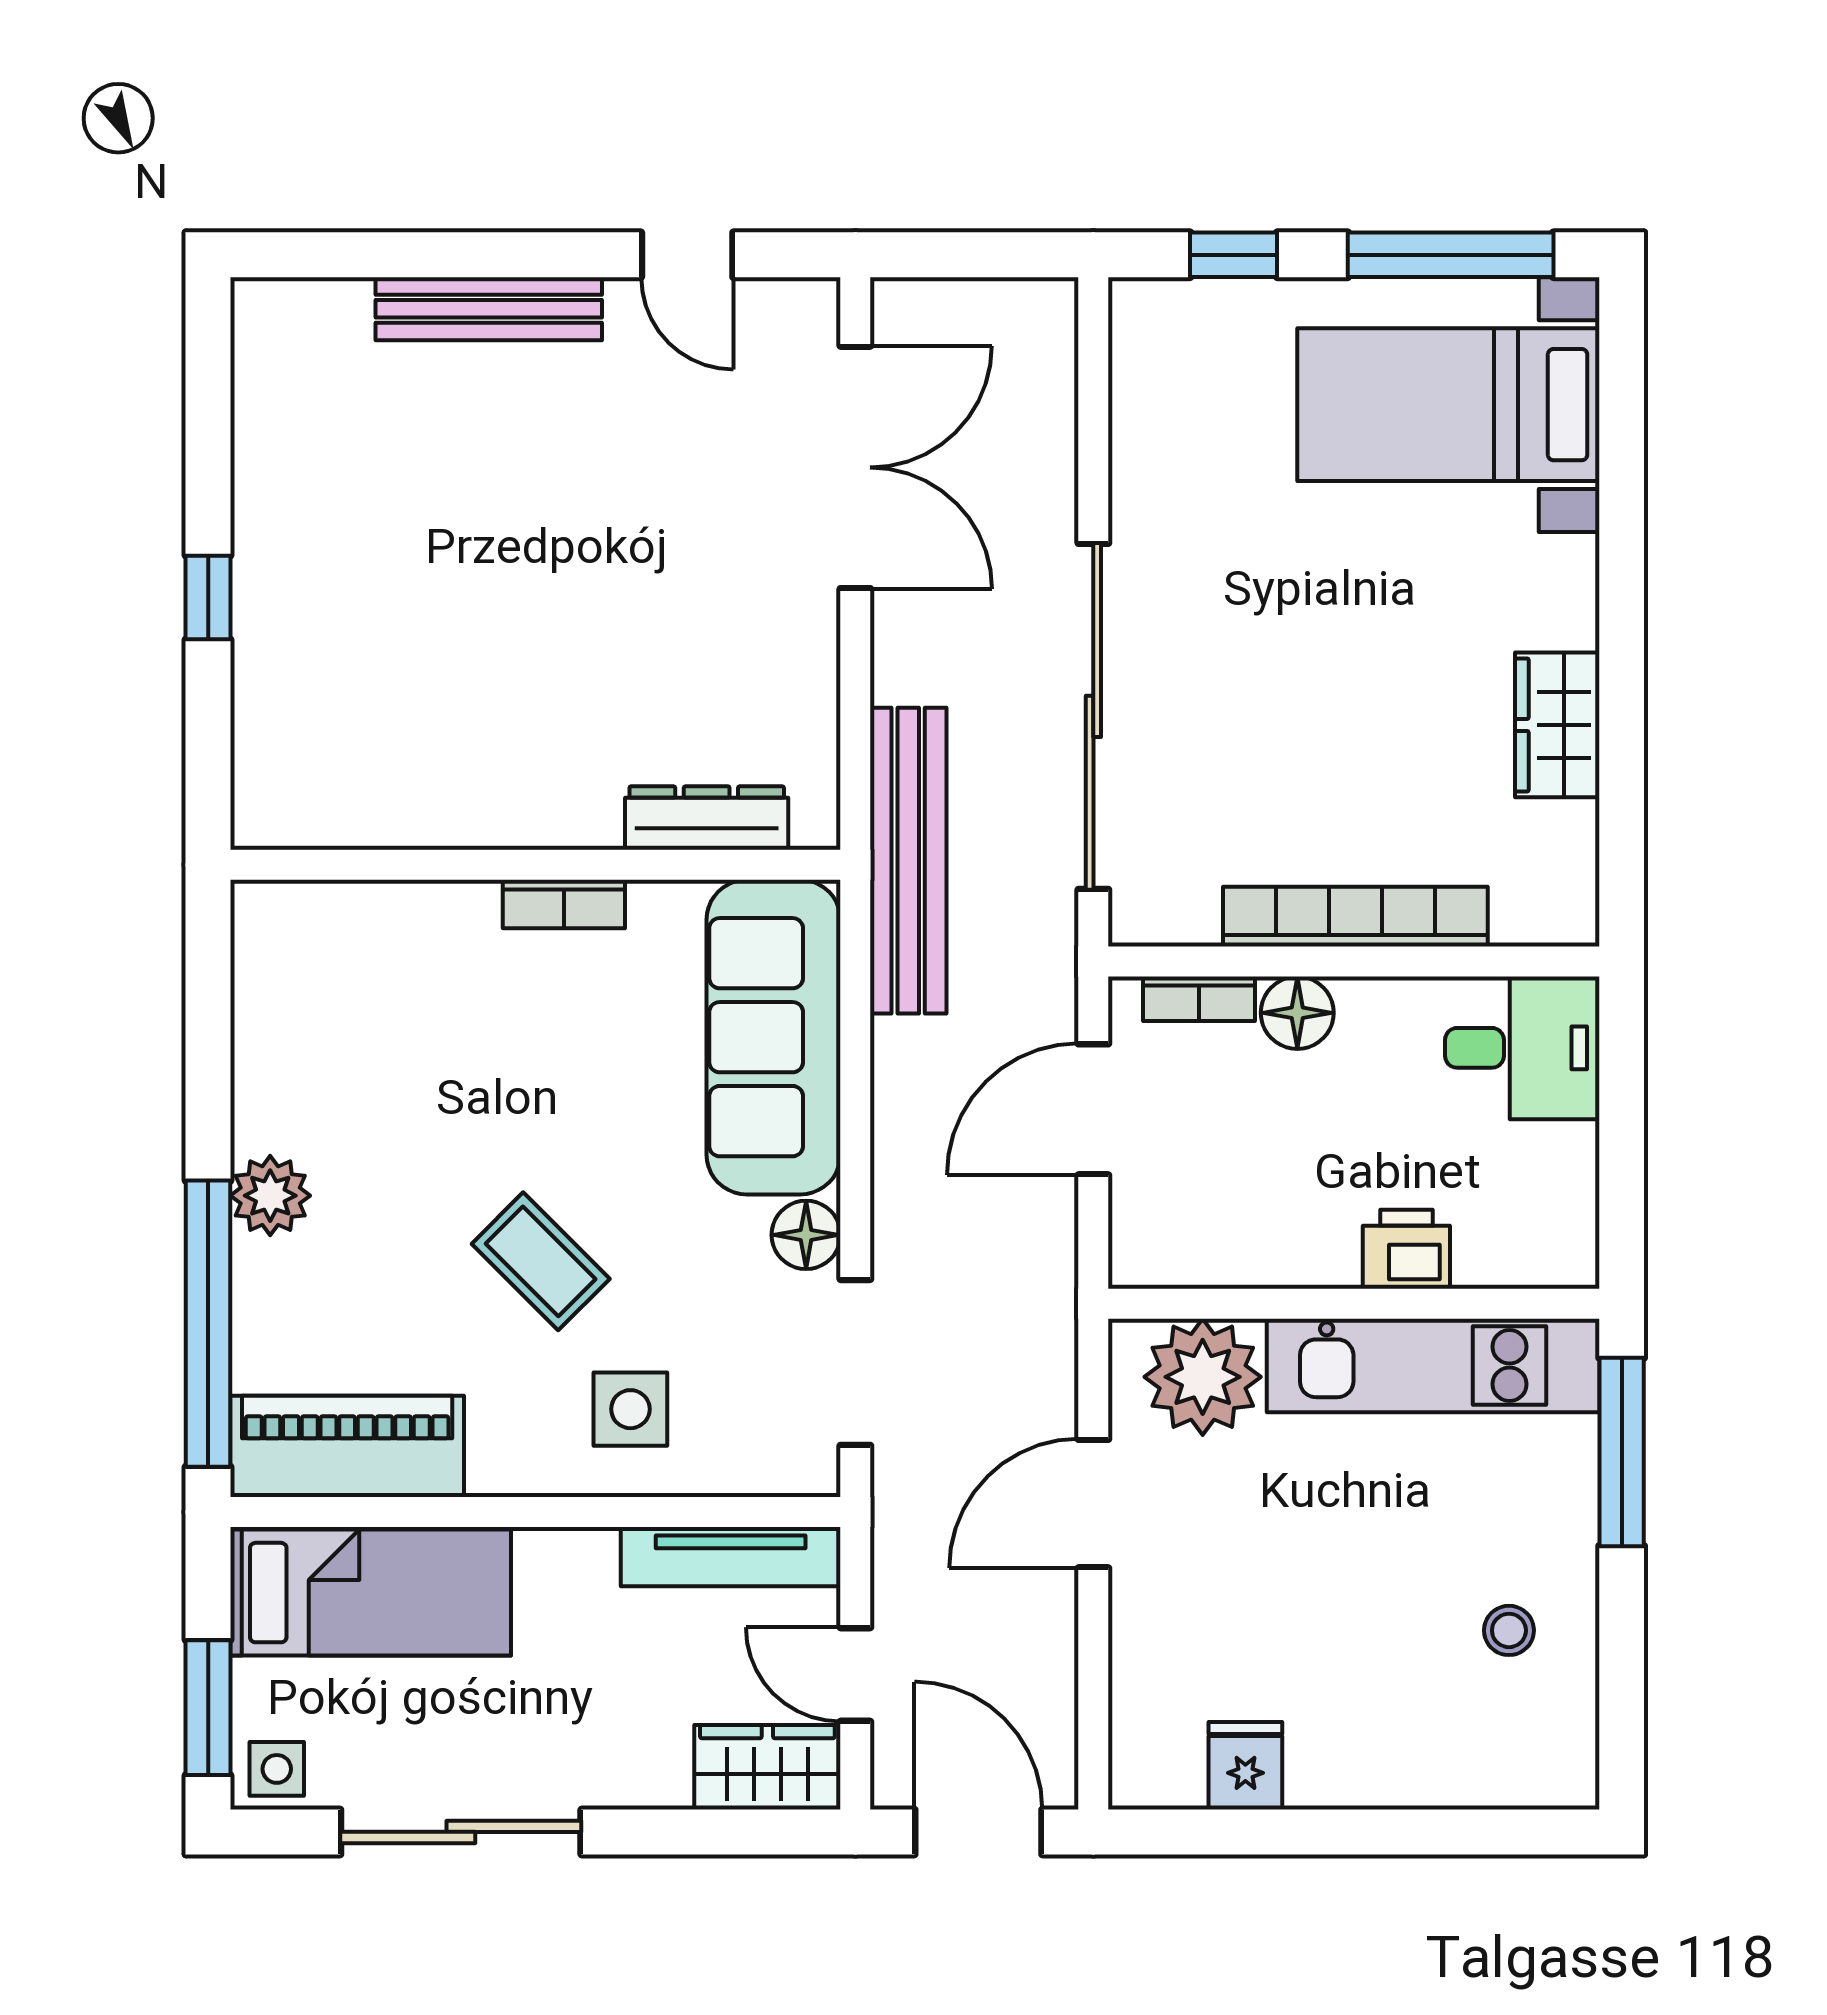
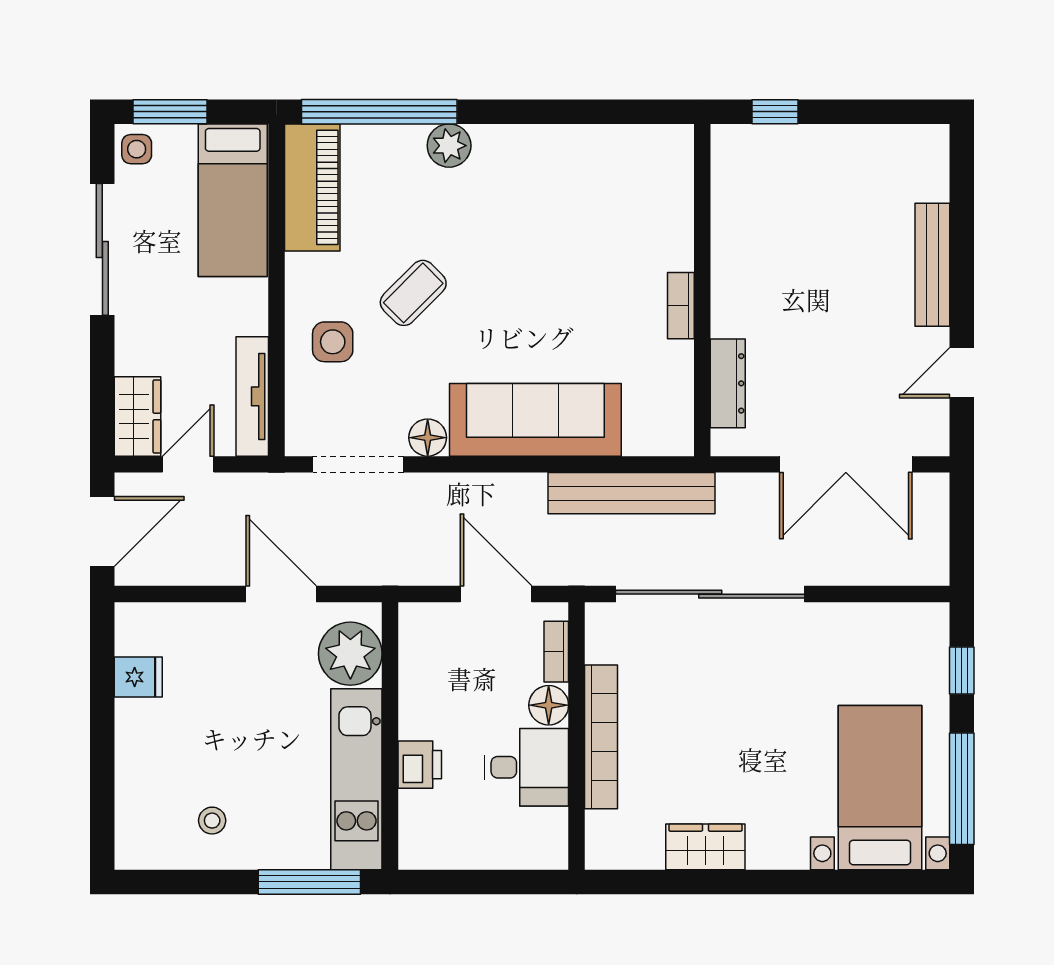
dresser: (707, 818) -> (728, 383), moved
wall: (535, 865) -> (702, 290), moved
bookcase: (564, 904) -> (681, 306), moved
desk: (1522, 1048) -> (526, 767), moved, turned -90

